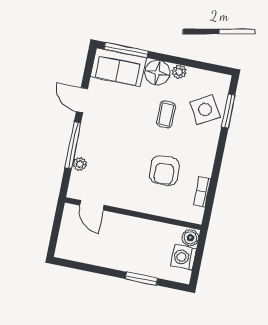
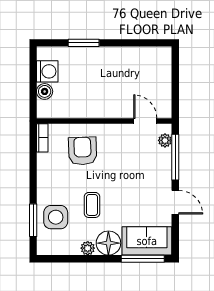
side table: (205, 110) -> (56, 217), turned 30
door: (92, 205) -> (145, 121), moved
wall: (133, 214) -> (104, 121), moved

